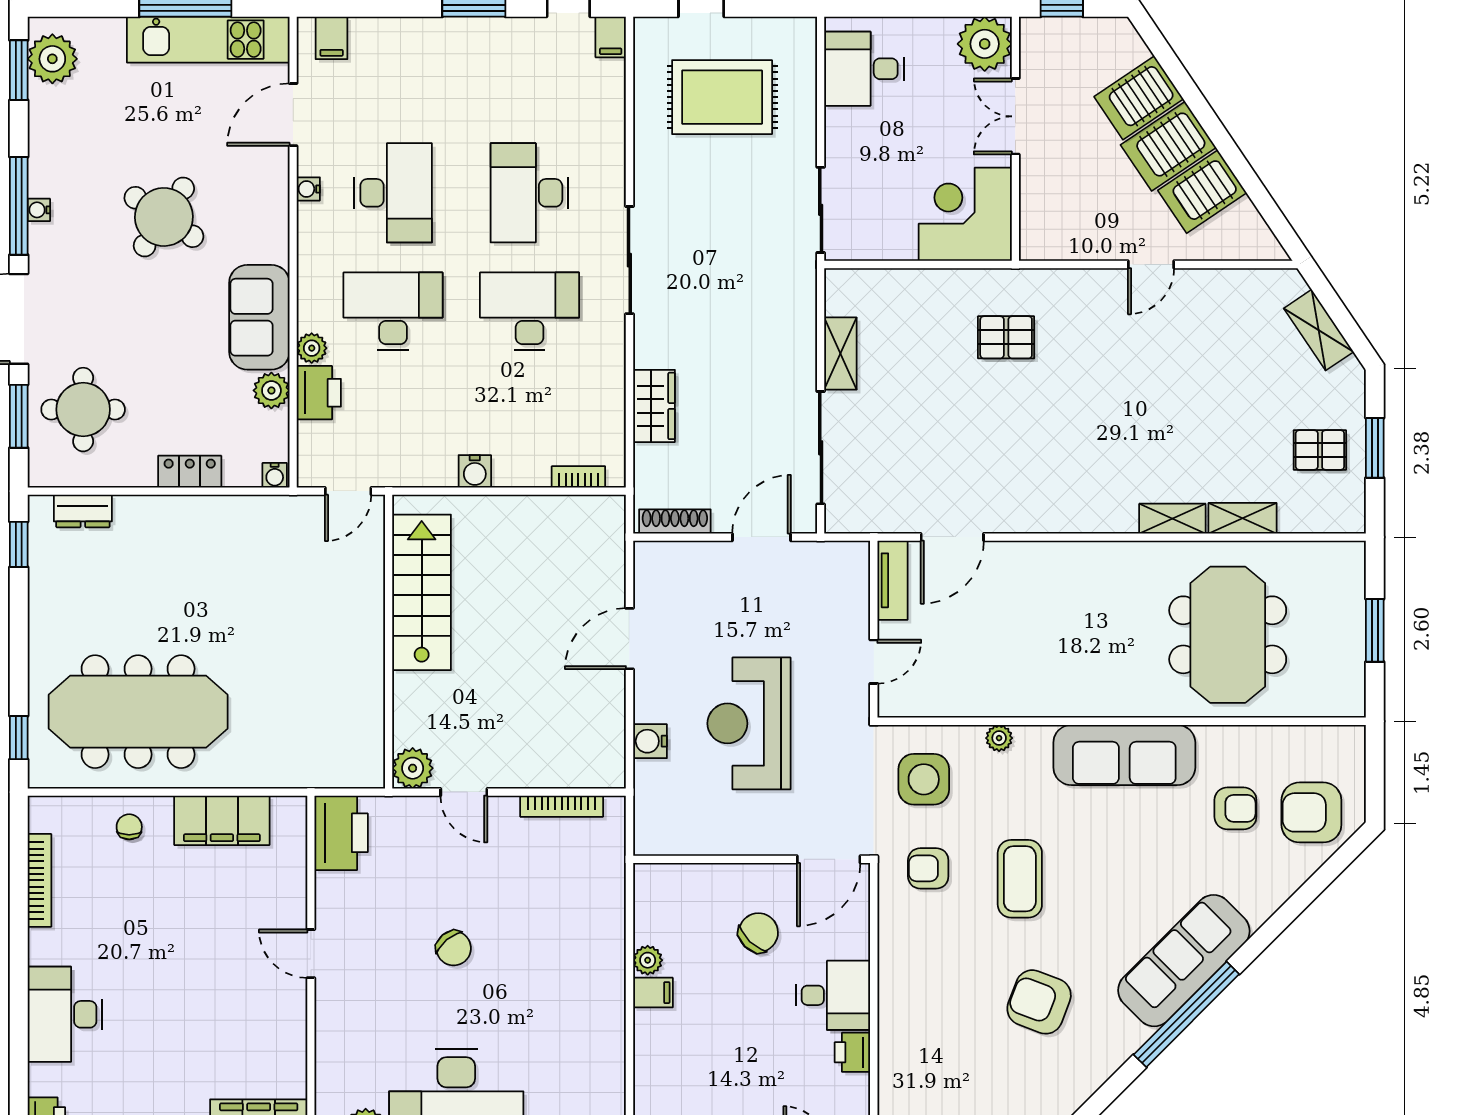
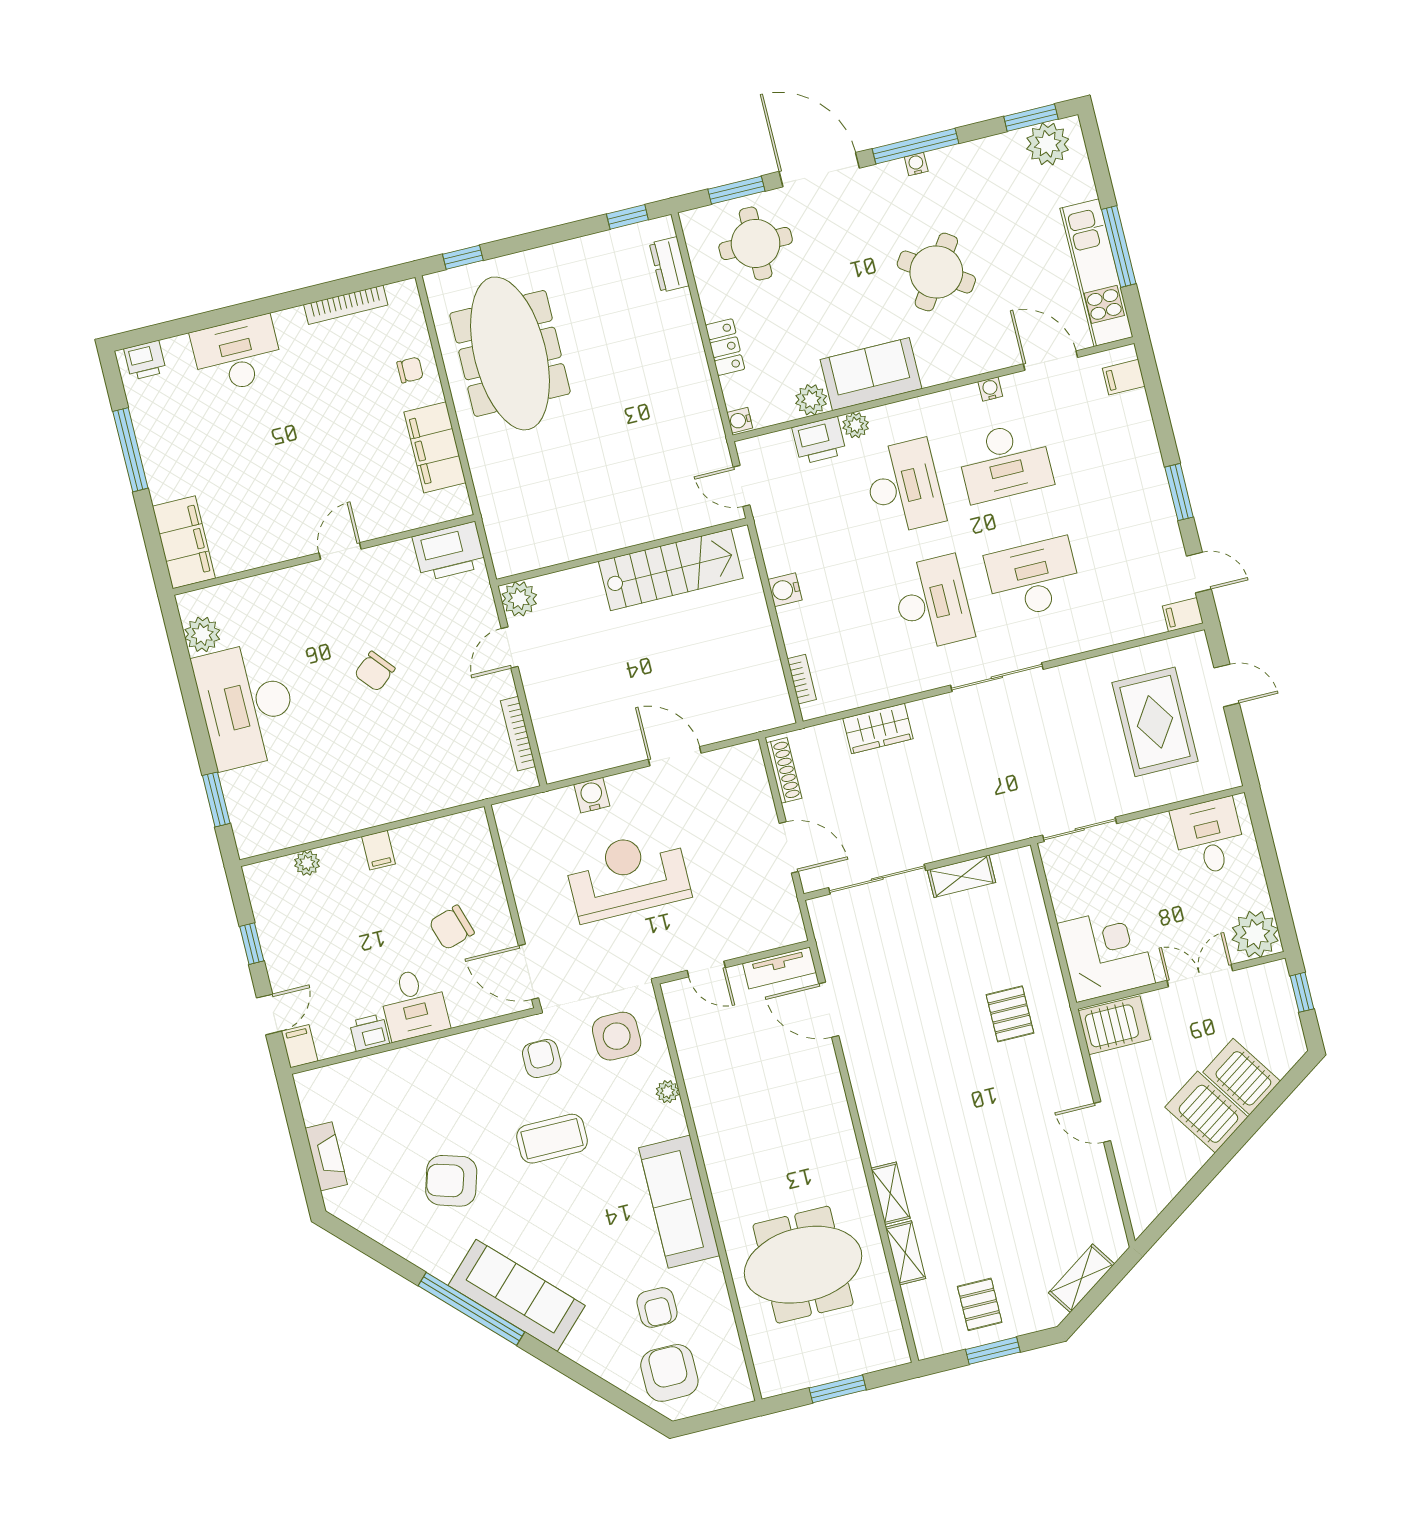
server rack: (1202, 192) -> (1114, 1025), moved, turned 124
chair: (758, 933) -> (452, 928), turned 119
plant: (648, 960) -> (307, 863), moved
armchair: (1039, 1002) -> (451, 1181), turned -94

